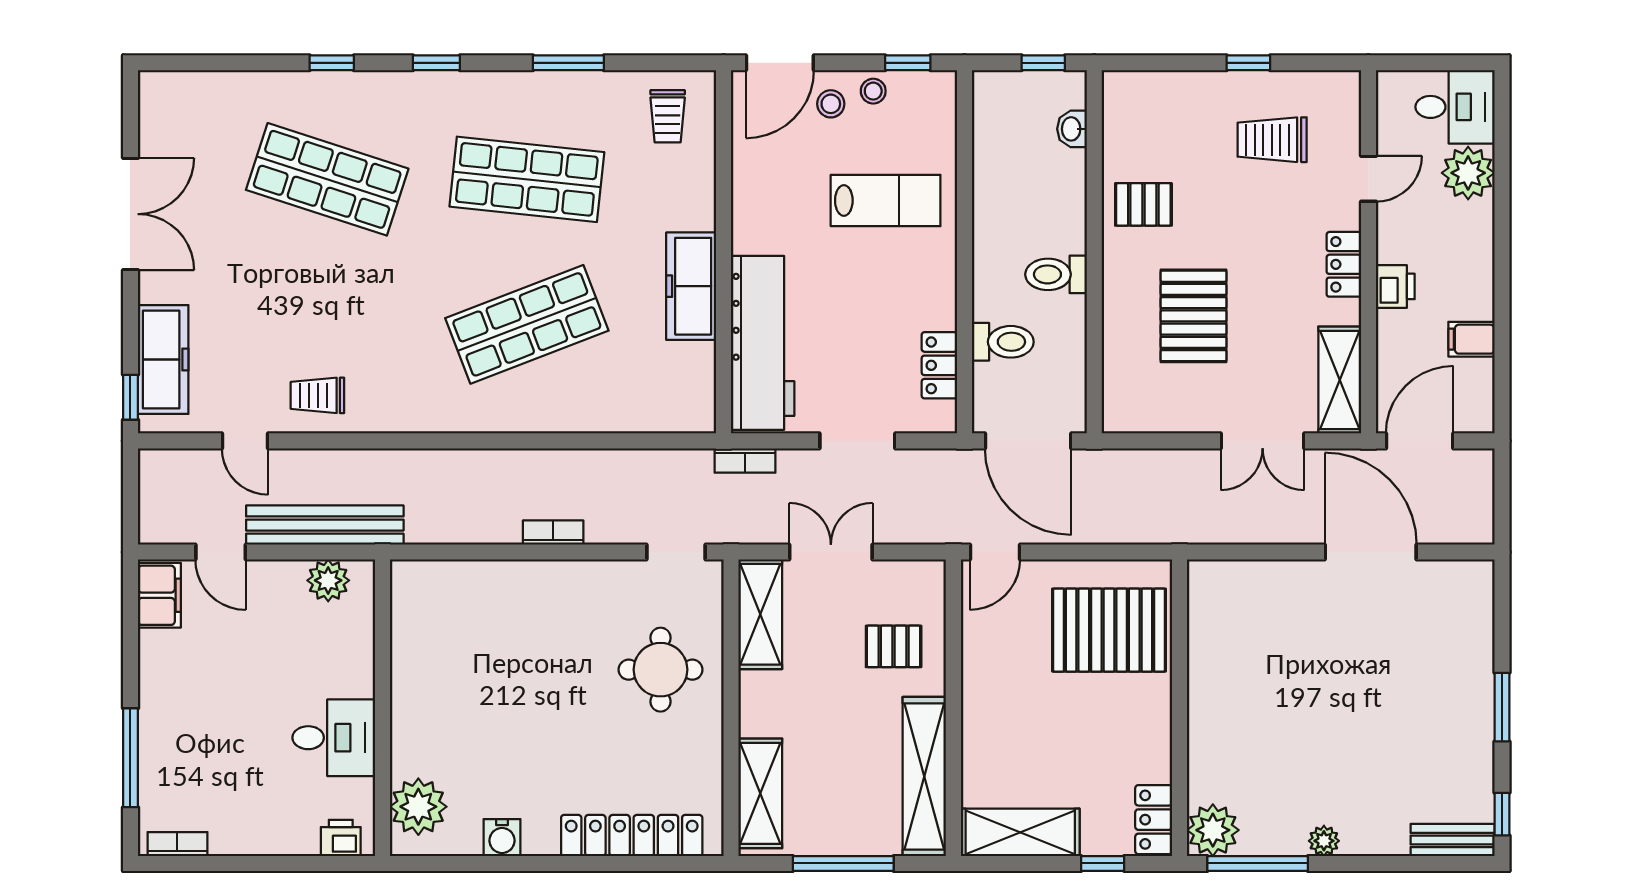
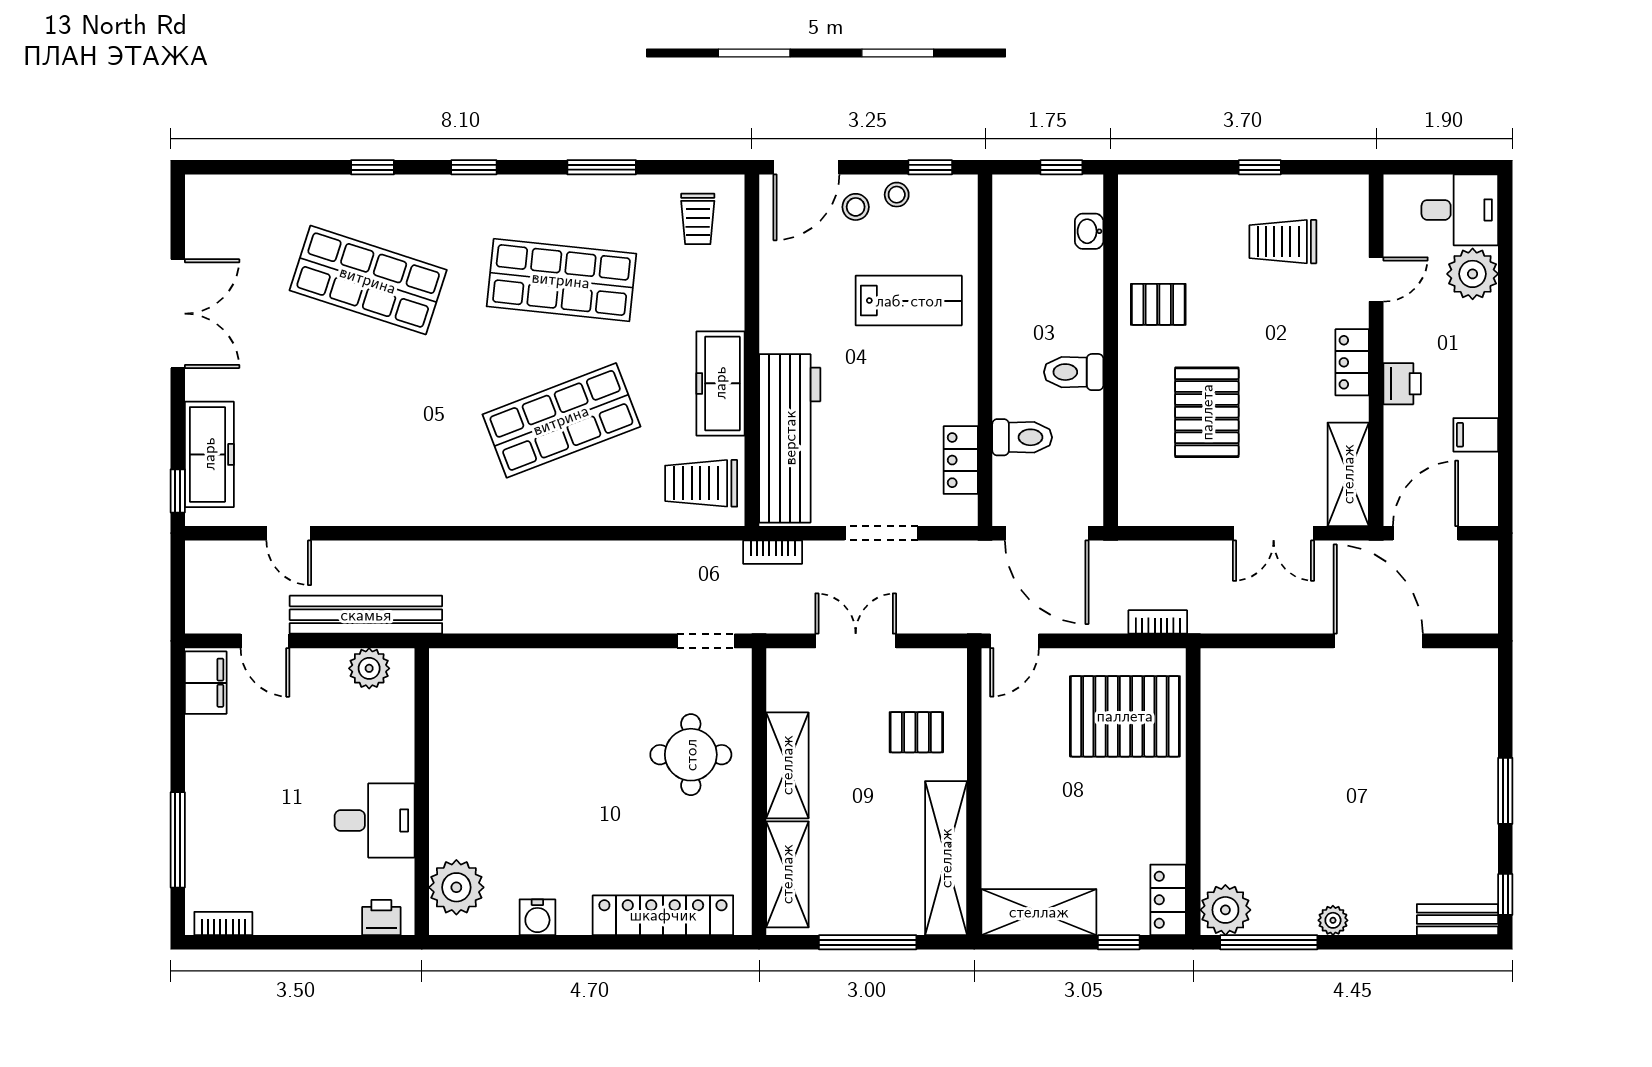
trolley: (317, 395) -> (701, 483), moved, width x1.36, depth x1.39
bookcase: (553, 533) -> (1158, 622), moved
shelving: (760, 614) -> (787, 765), moved

